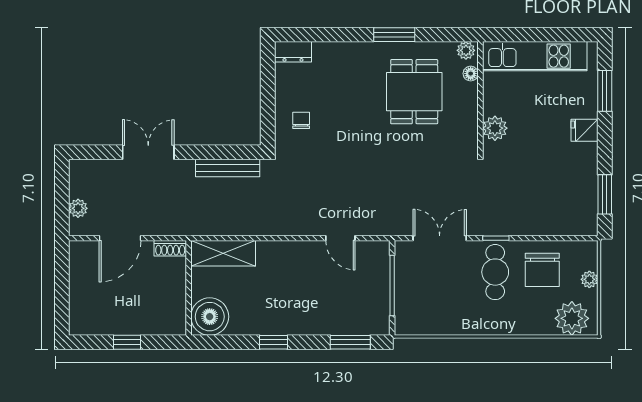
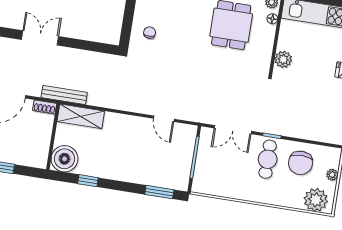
bench: (228, 168) -> (64, 95), moved
double door: (440, 238) -> (233, 130), swing flipped
window: (273, 342) -> (88, 181), moved

